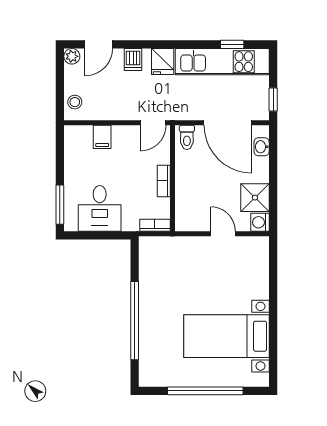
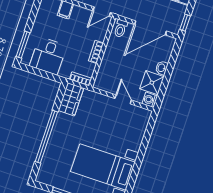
door: (228, 123) -> (150, 28), hinge flipped
washbasin: (262, 147) -> (162, 68), moved
wardrobe: (151, 258) -> (71, 99), added

